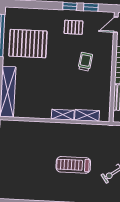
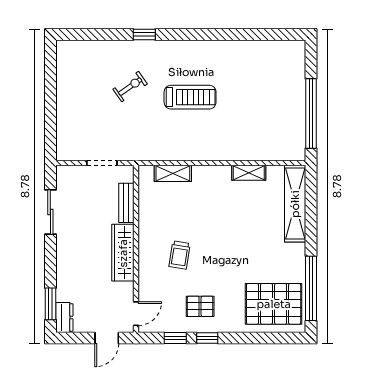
pallet: (28, 44) -> (274, 304), moved
shelving: (63, 115) -> (249, 173), moved

